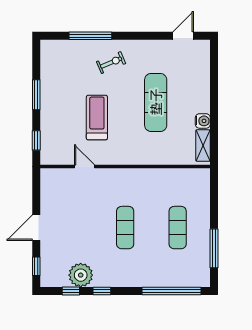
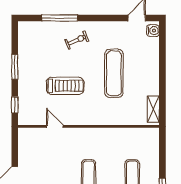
treadmill: (97, 118) -> (65, 86), turned 90
water cooler: (203, 121) -> (153, 31), moved

